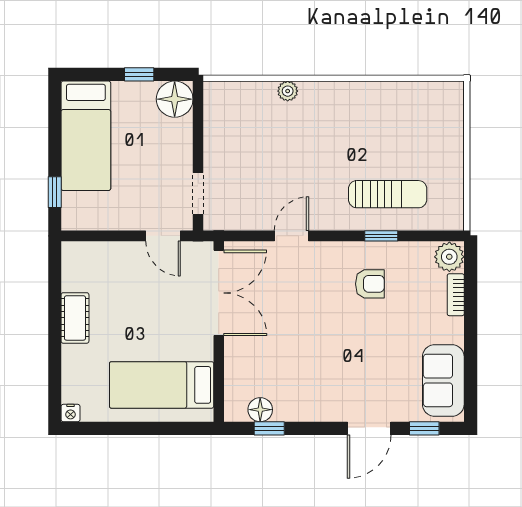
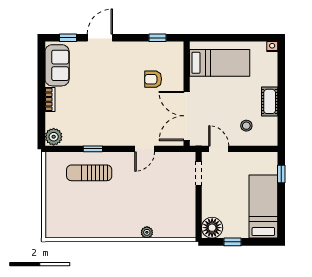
stool: (115, 276) -> (246, 126), added
armchair: (370, 284) -> (153, 79), moved
bookcase: (456, 295) -> (50, 99), moved
floor lamp: (260, 410) -> (163, 49), removed

